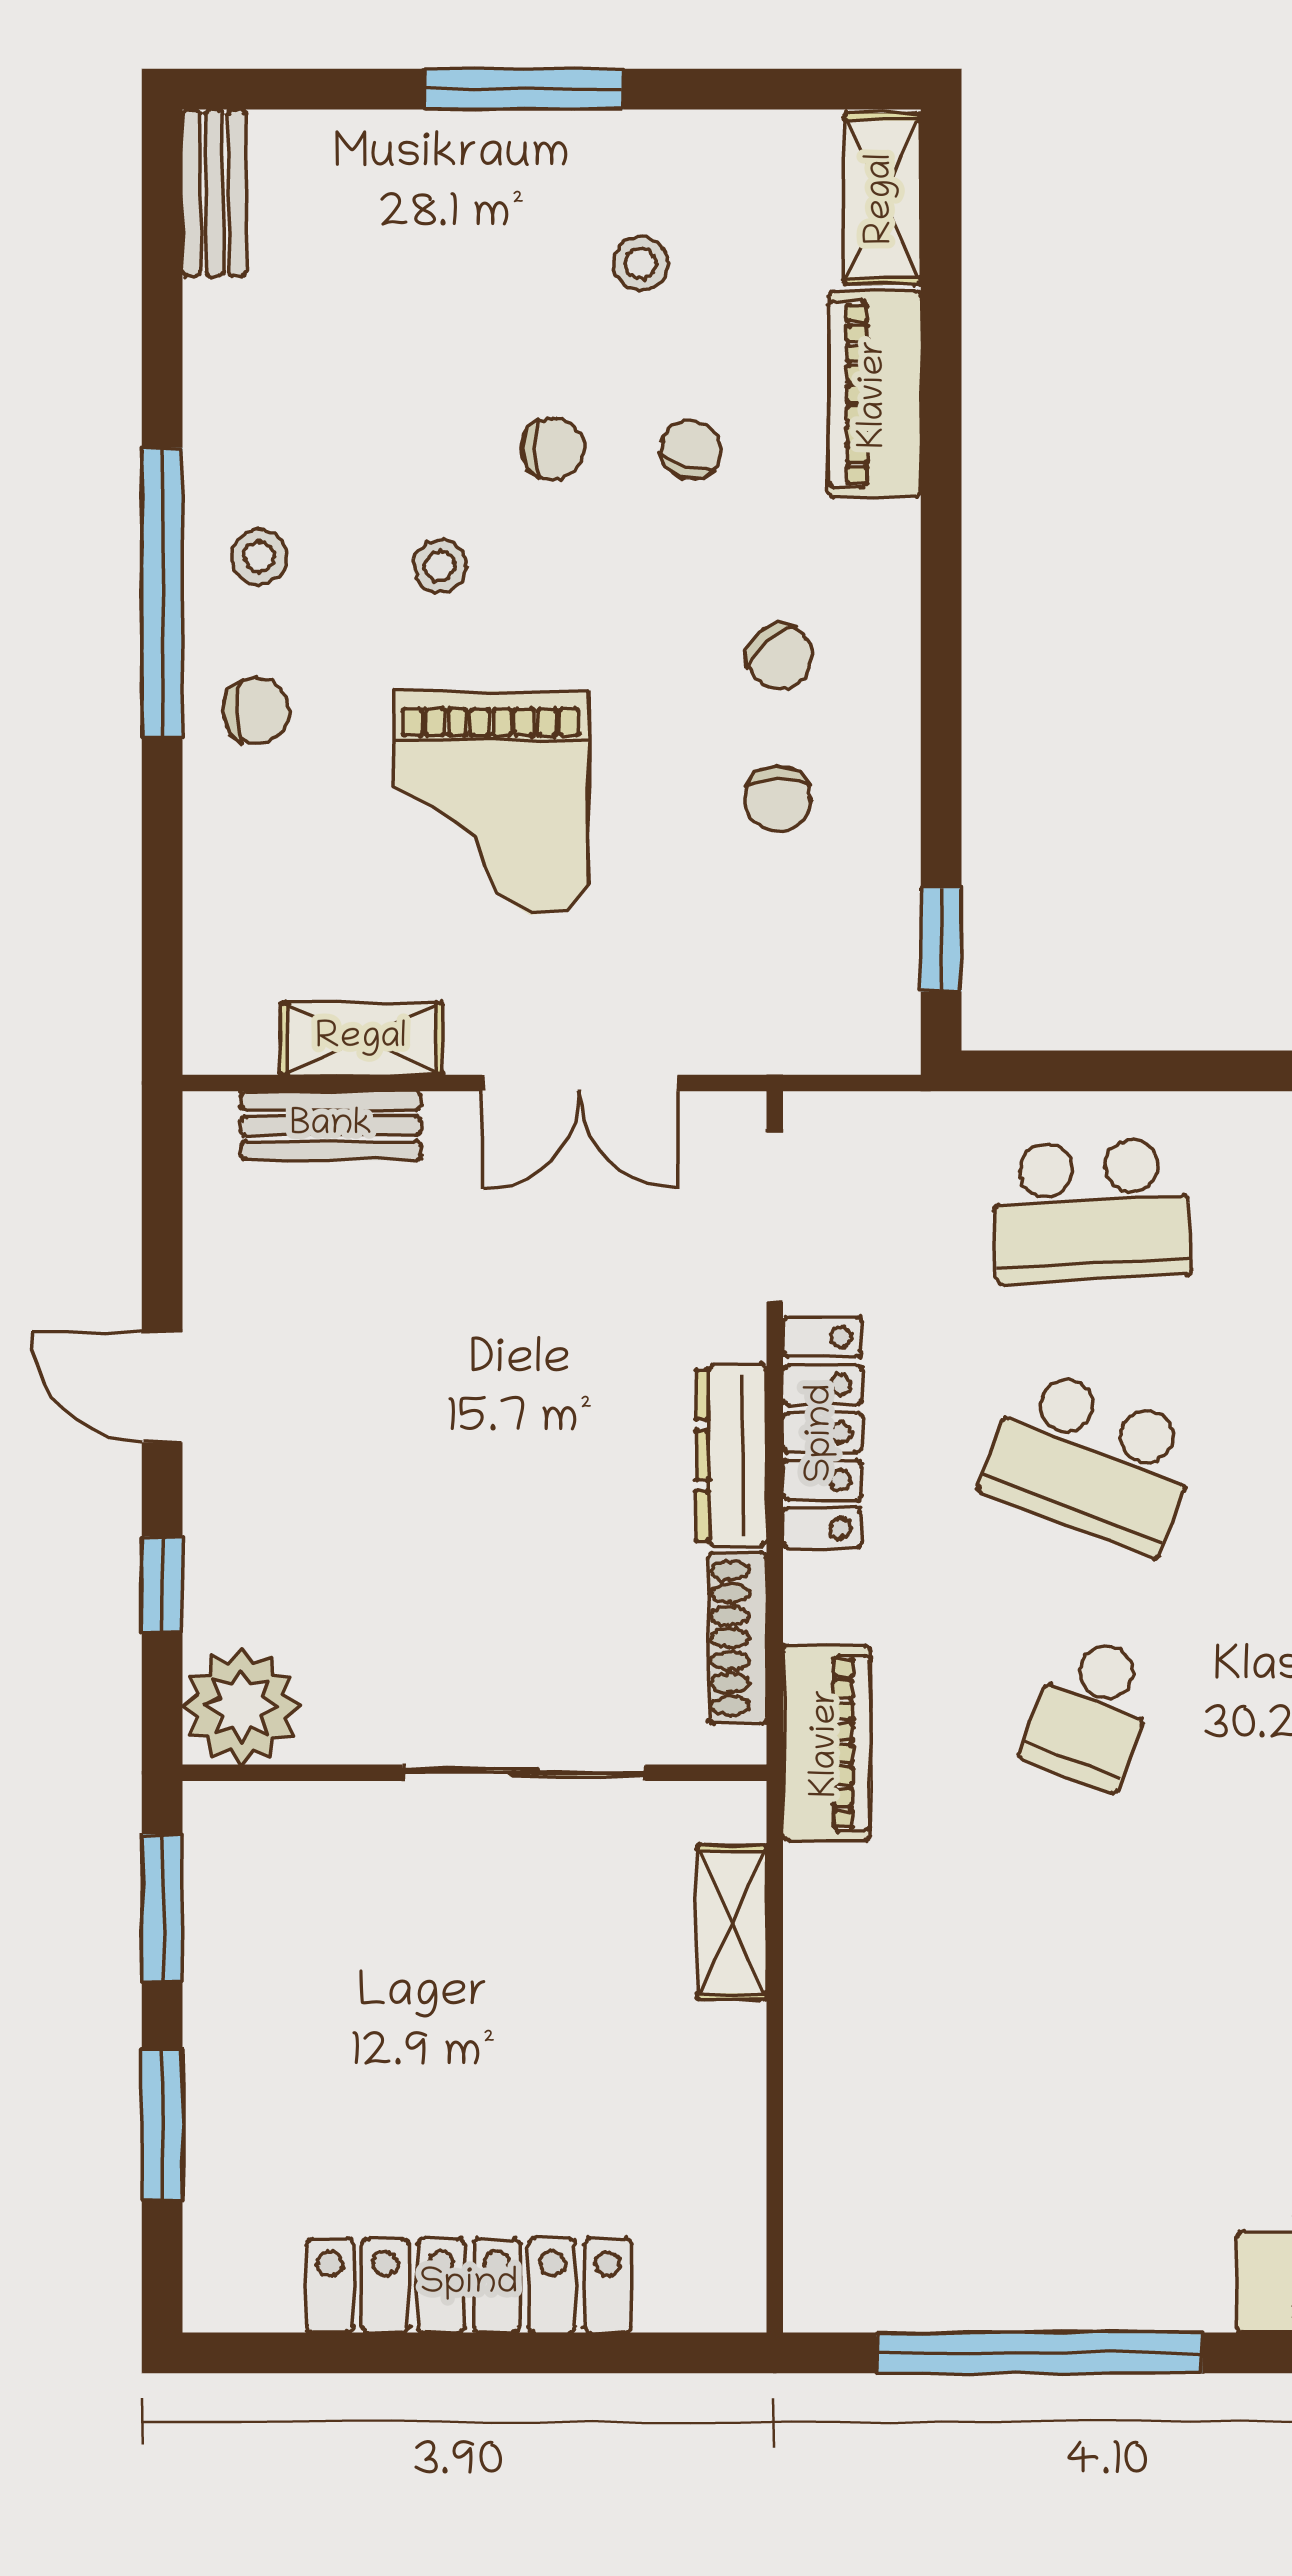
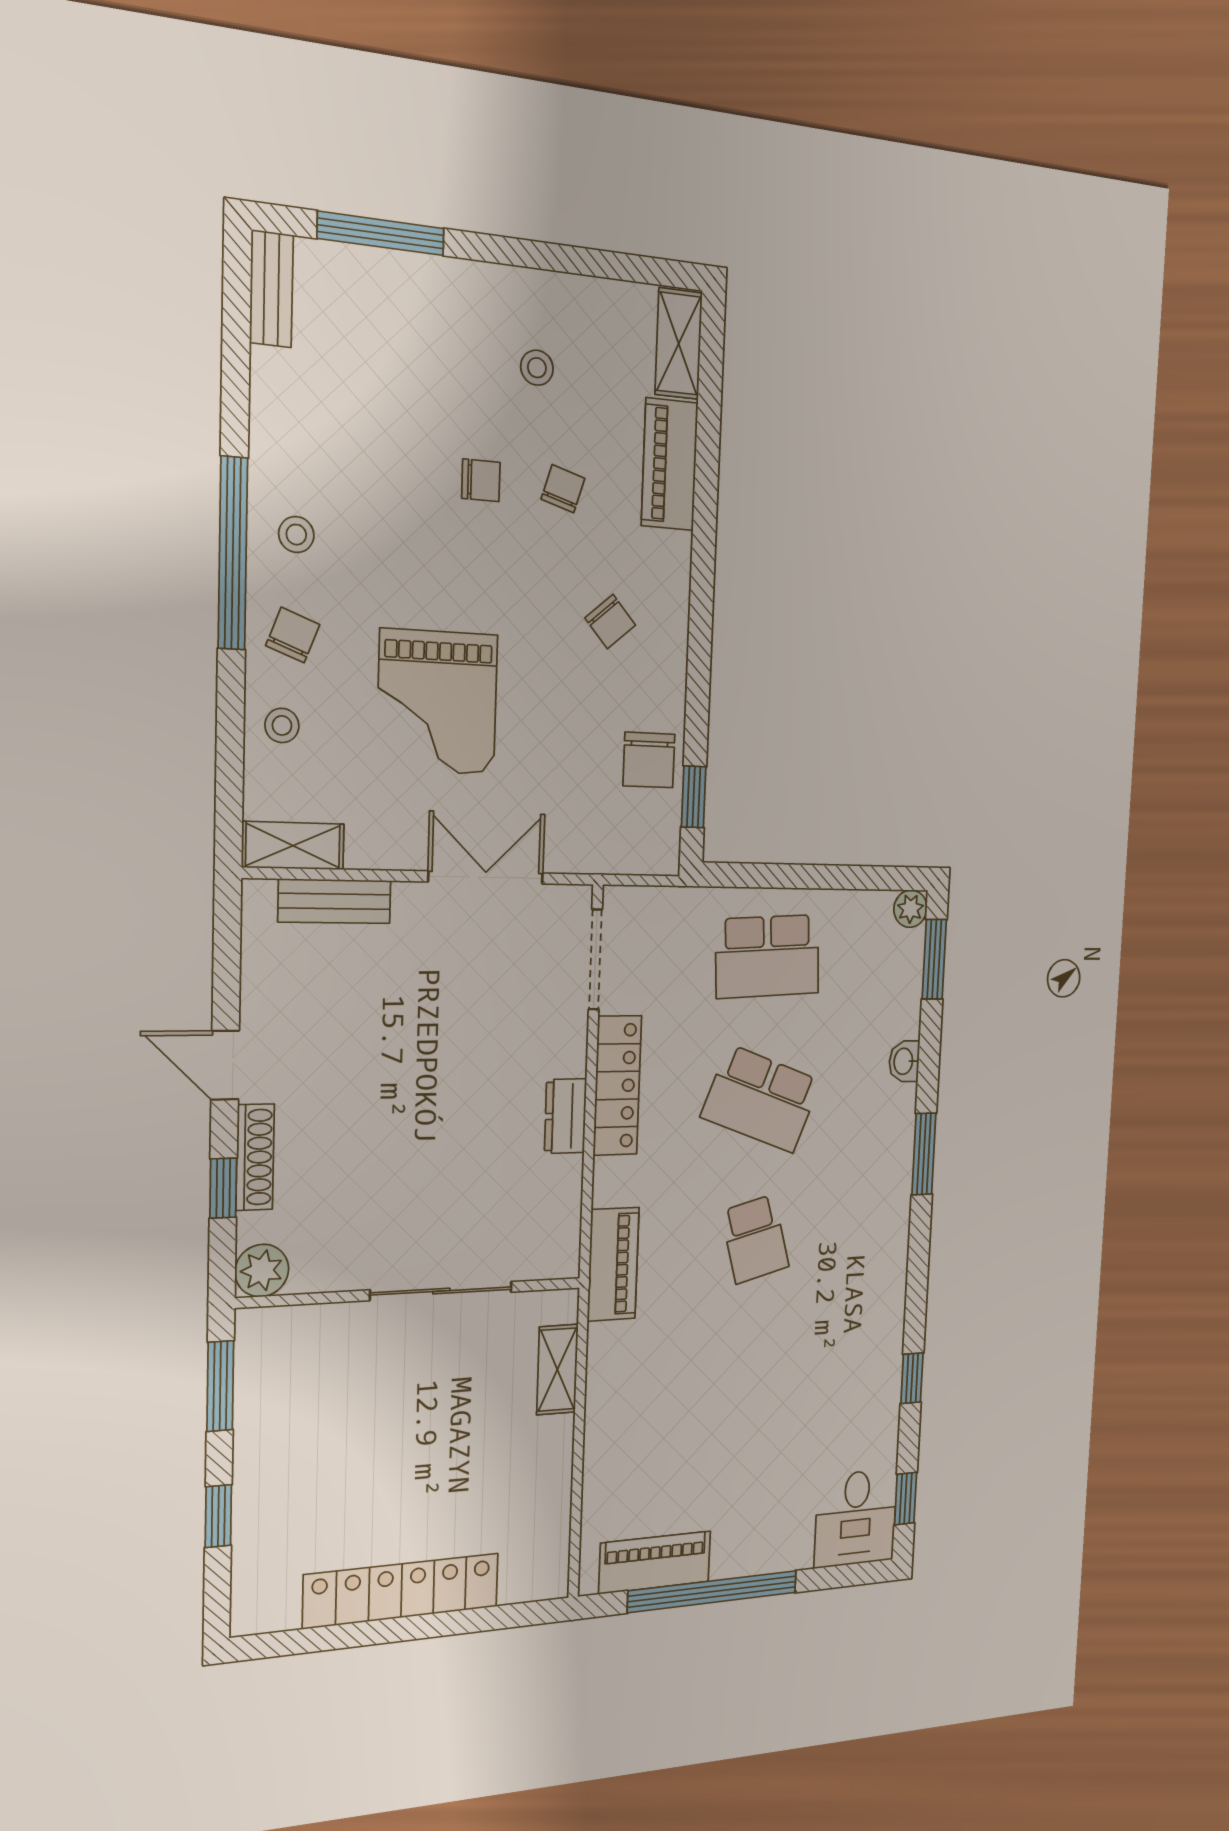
window: (524, 89) -> (381, 233), moved
stool: (440, 566) -> (282, 725), moved
chair: (257, 711) -> (293, 635), turned -69
chair: (778, 799) -> (649, 760), moved, width x1.37, depth x1.37
shelving: (361, 1039) -> (293, 846), moved
double door: (580, 1083) -> (486, 877), swing flipped
dresser: (731, 1455) -> (565, 1116), width x0.70
shoe rack: (738, 1638) -> (255, 1157), moved, turned 180
plant: (241, 1706) -> (262, 1271), width x0.73, depth x0.73
school desk: (1091, 1712) -> (755, 1239), turned -36
window: (162, 2124) -> (218, 1516), width x0.67
piano: (925, 2286) -> (655, 1562), added

